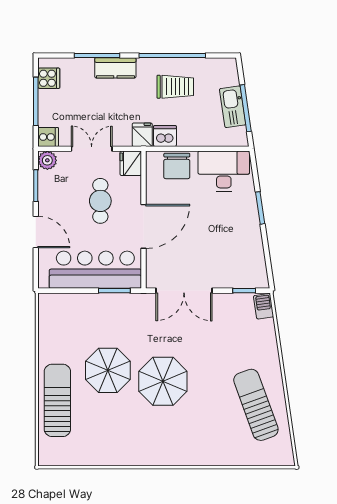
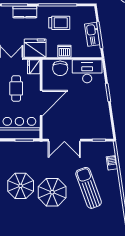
fridge: (142, 135) -> (35, 48), width x1.88, depth x1.34
dishwasher: (165, 136) -> (64, 51), moved
barbecue: (264, 306) -> (112, 163), moved
sun lounger: (256, 405) -> (89, 188), moved

